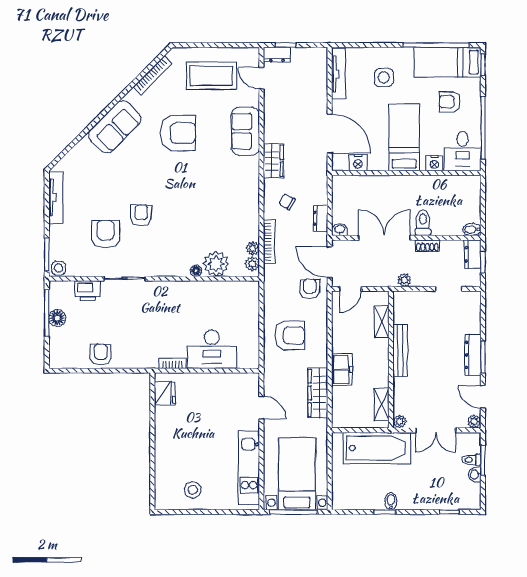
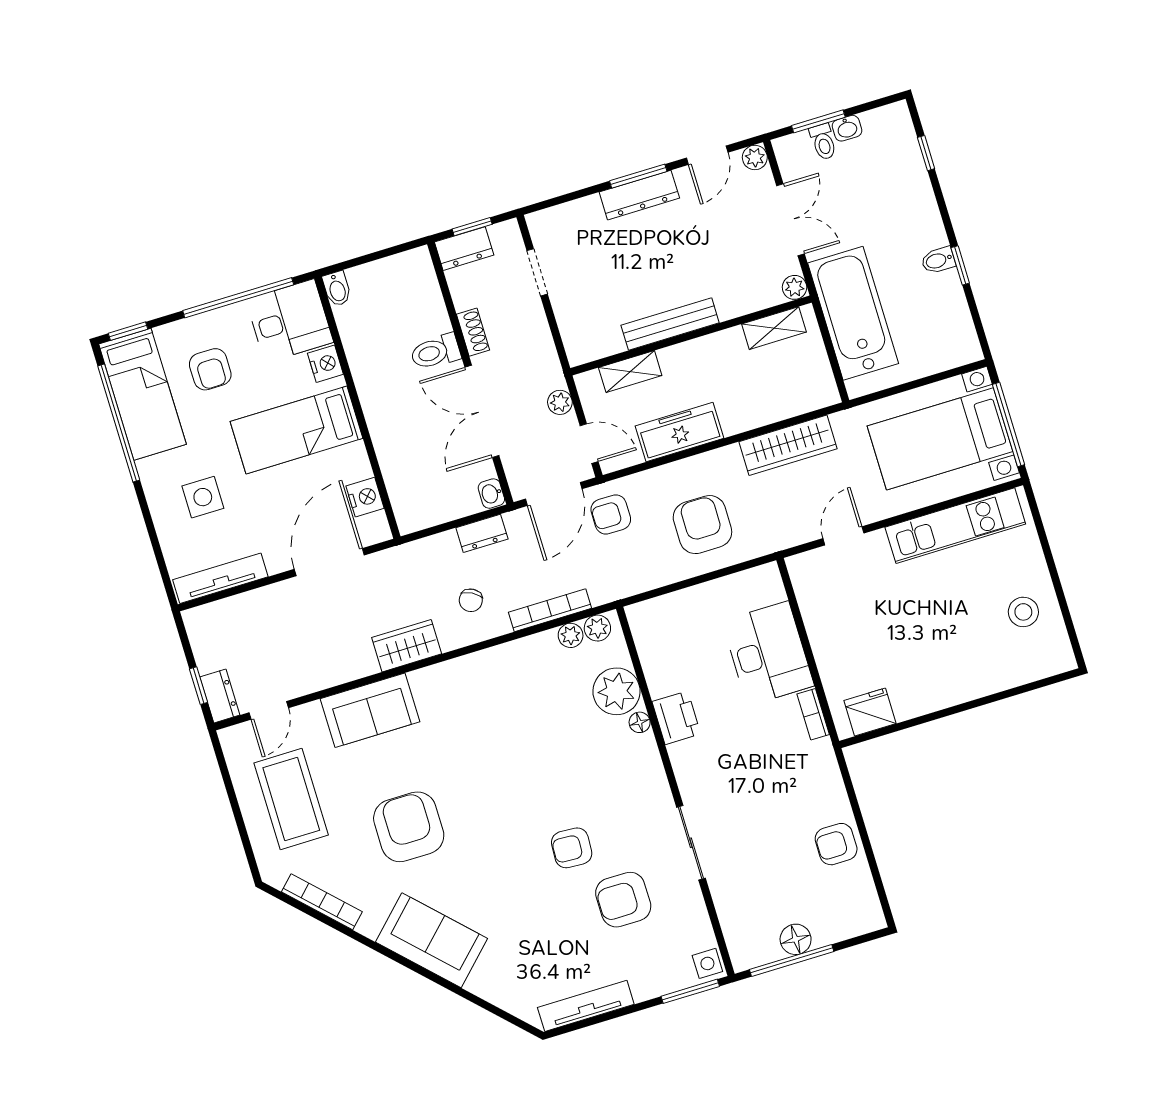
bidet: (472, 230) -> (337, 289), moved
plant: (404, 280) -> (560, 402), moved
printer: (88, 291) -> (676, 718), moved
freezer: (342, 370) -> (680, 432), moved, width x1.40

